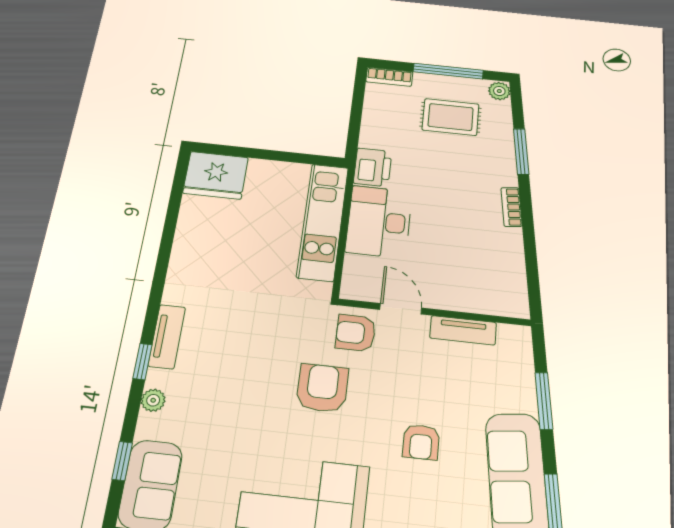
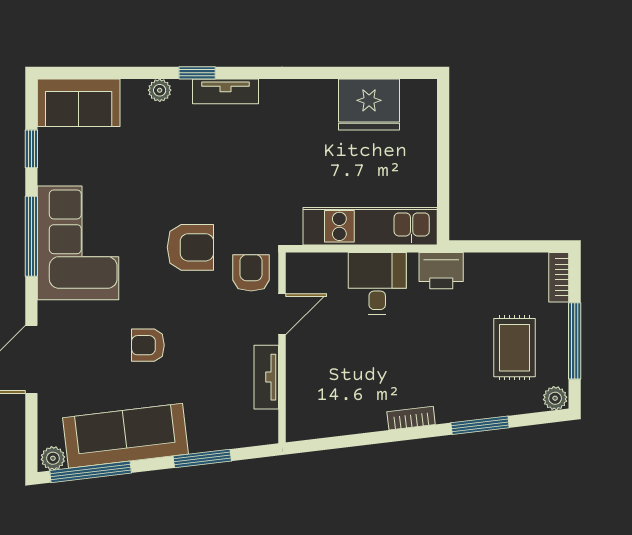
fridge: (216, 175) -> (369, 105), moved, turned -90
desk: (379, 222) -> (377, 283), width x0.73
window: (122, 461) -> (98, 73), removed

